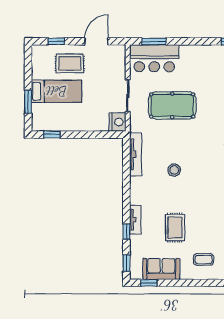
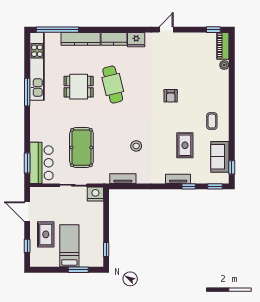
tv unit: (136, 154) -> (123, 179), width x0.71
rug: (175, 228) -> (185, 145), turned 90

